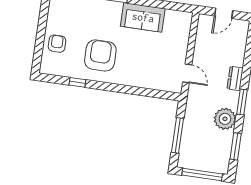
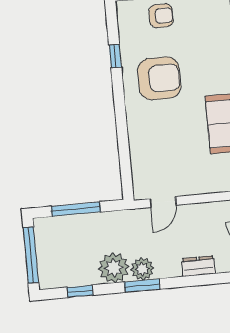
dresser: (235, 78) -> (198, 266), moved
plant: (230, 99) -> (142, 269), added
window: (236, 146) -> (80, 291), width x0.67

